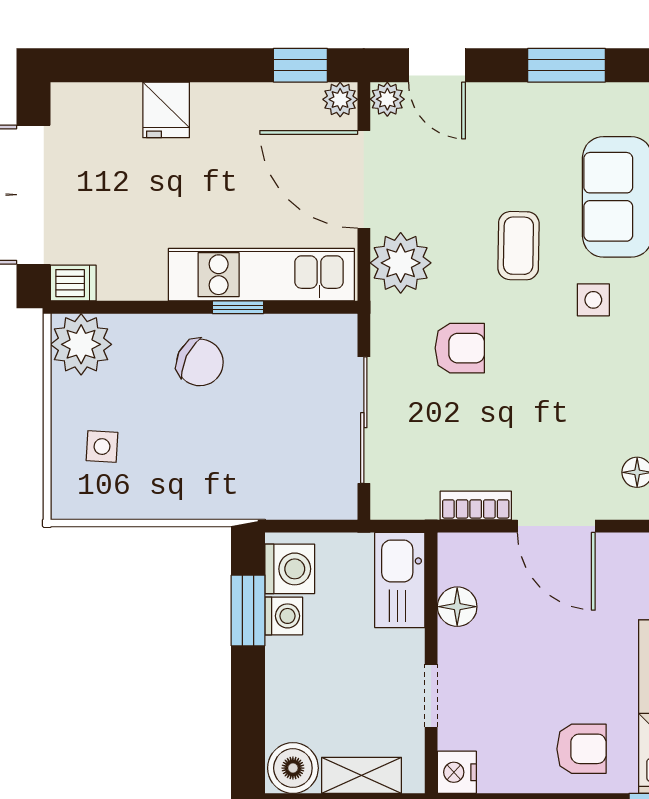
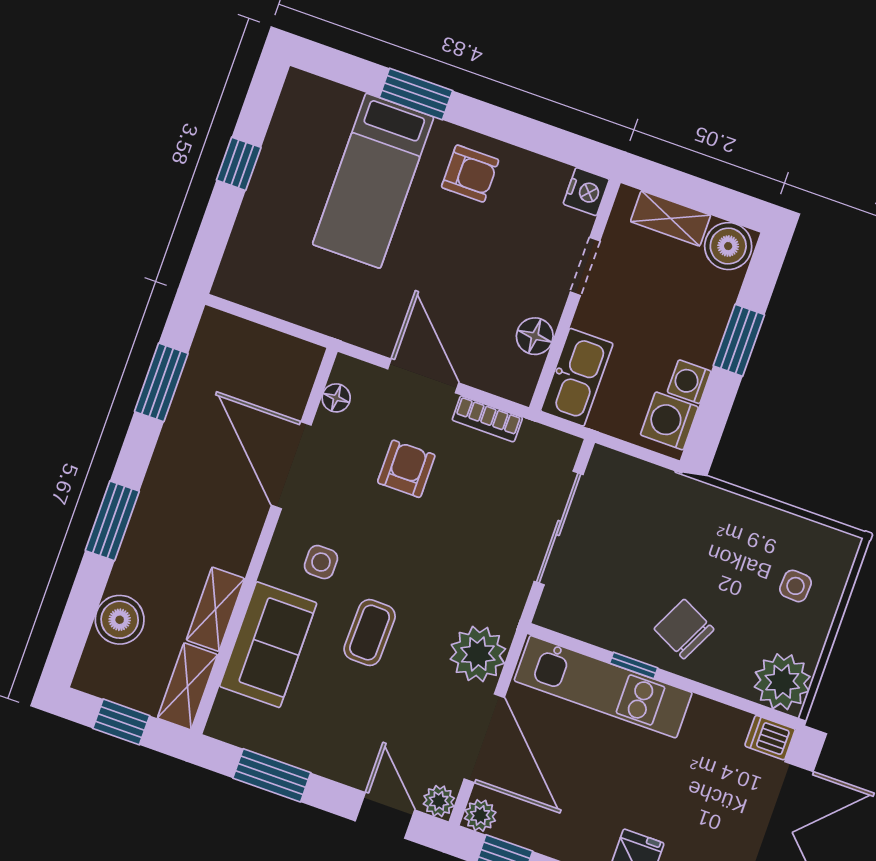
armchair: (460, 348) -> (406, 469), moved, turned 90
window: (248, 610) -> (739, 340), moved
armchair: (582, 749) -> (470, 174), turned 180

